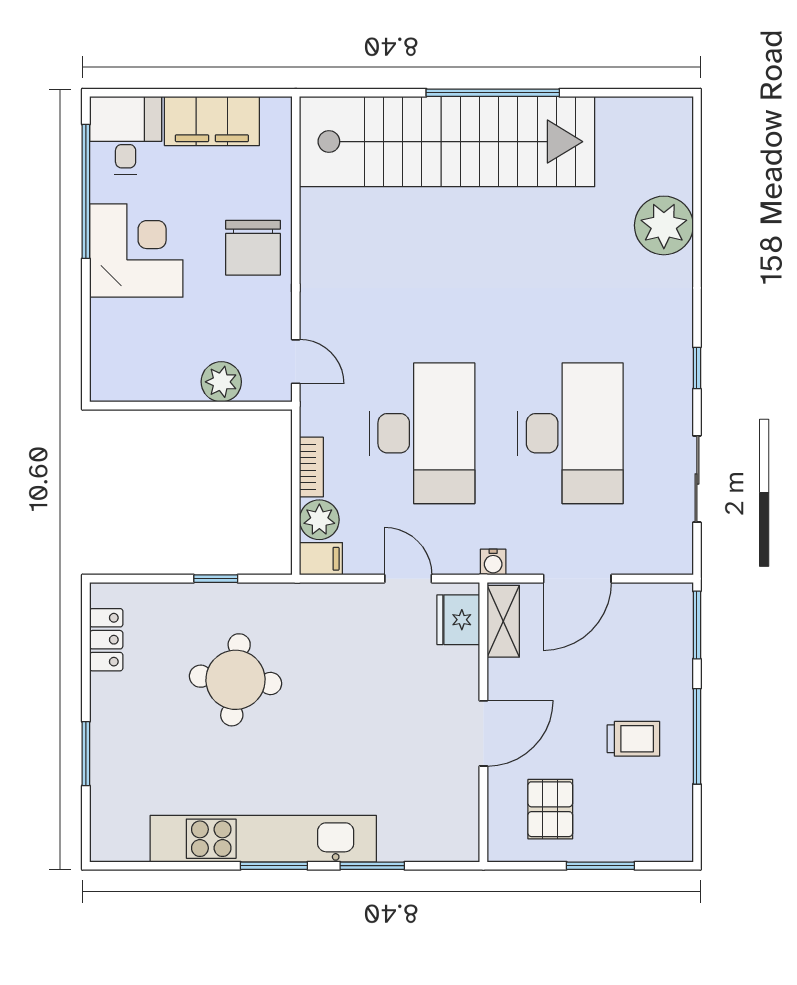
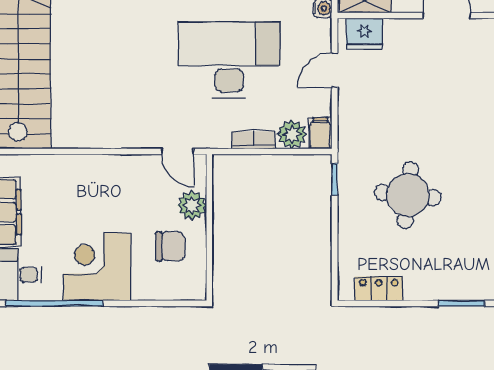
chair: (253, 248) -> (170, 246), moved, width x0.73, depth x0.73
door: (296, 362) -> (177, 151), swing flipped
window: (216, 579) -> (335, 179), moved

